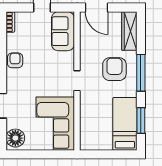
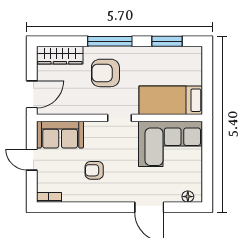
armchair: (15, 60) -> (94, 170), moved
bed: (125, 124) -> (171, 100), moved
floor lamp: (15, 138) -> (188, 197), width x0.53, depth x0.53

